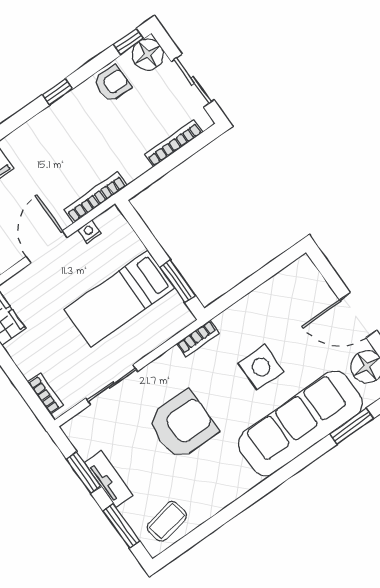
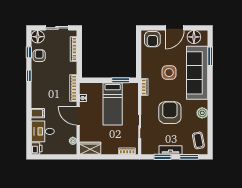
window: (128, 42) -> (29, 52), moved
armchair: (304, 287) -> (152, 39), added
plant: (227, 490) -> (202, 113), added

